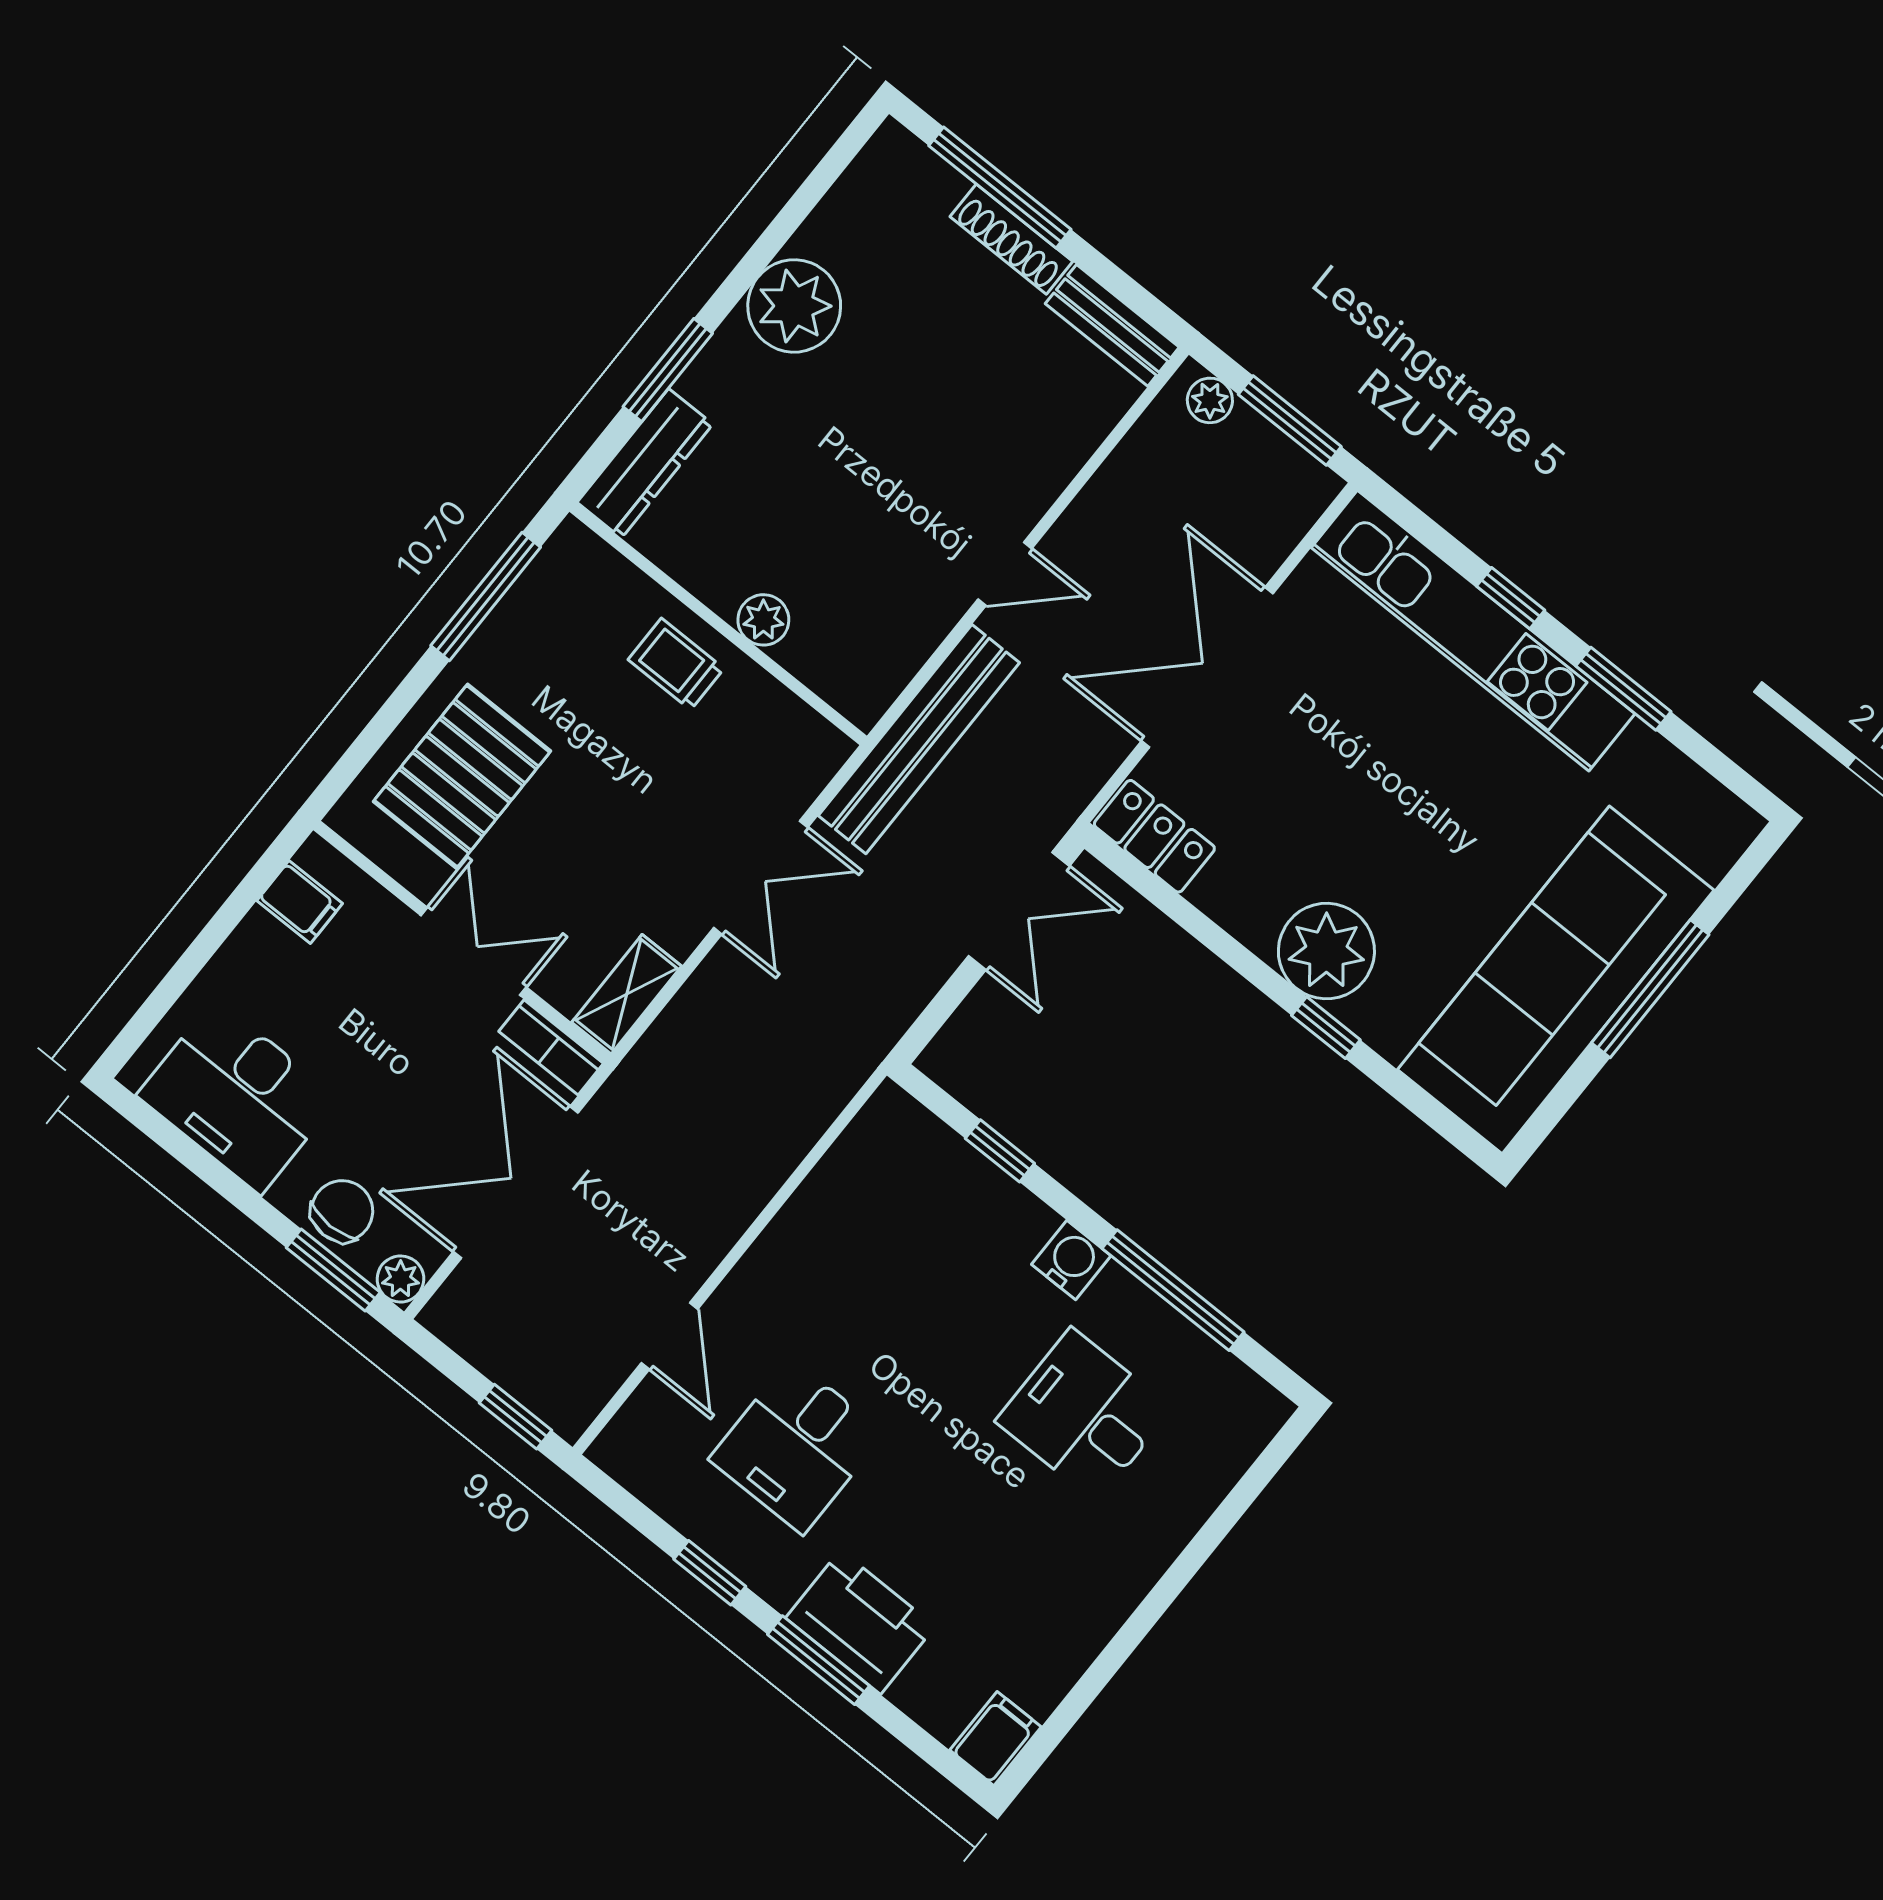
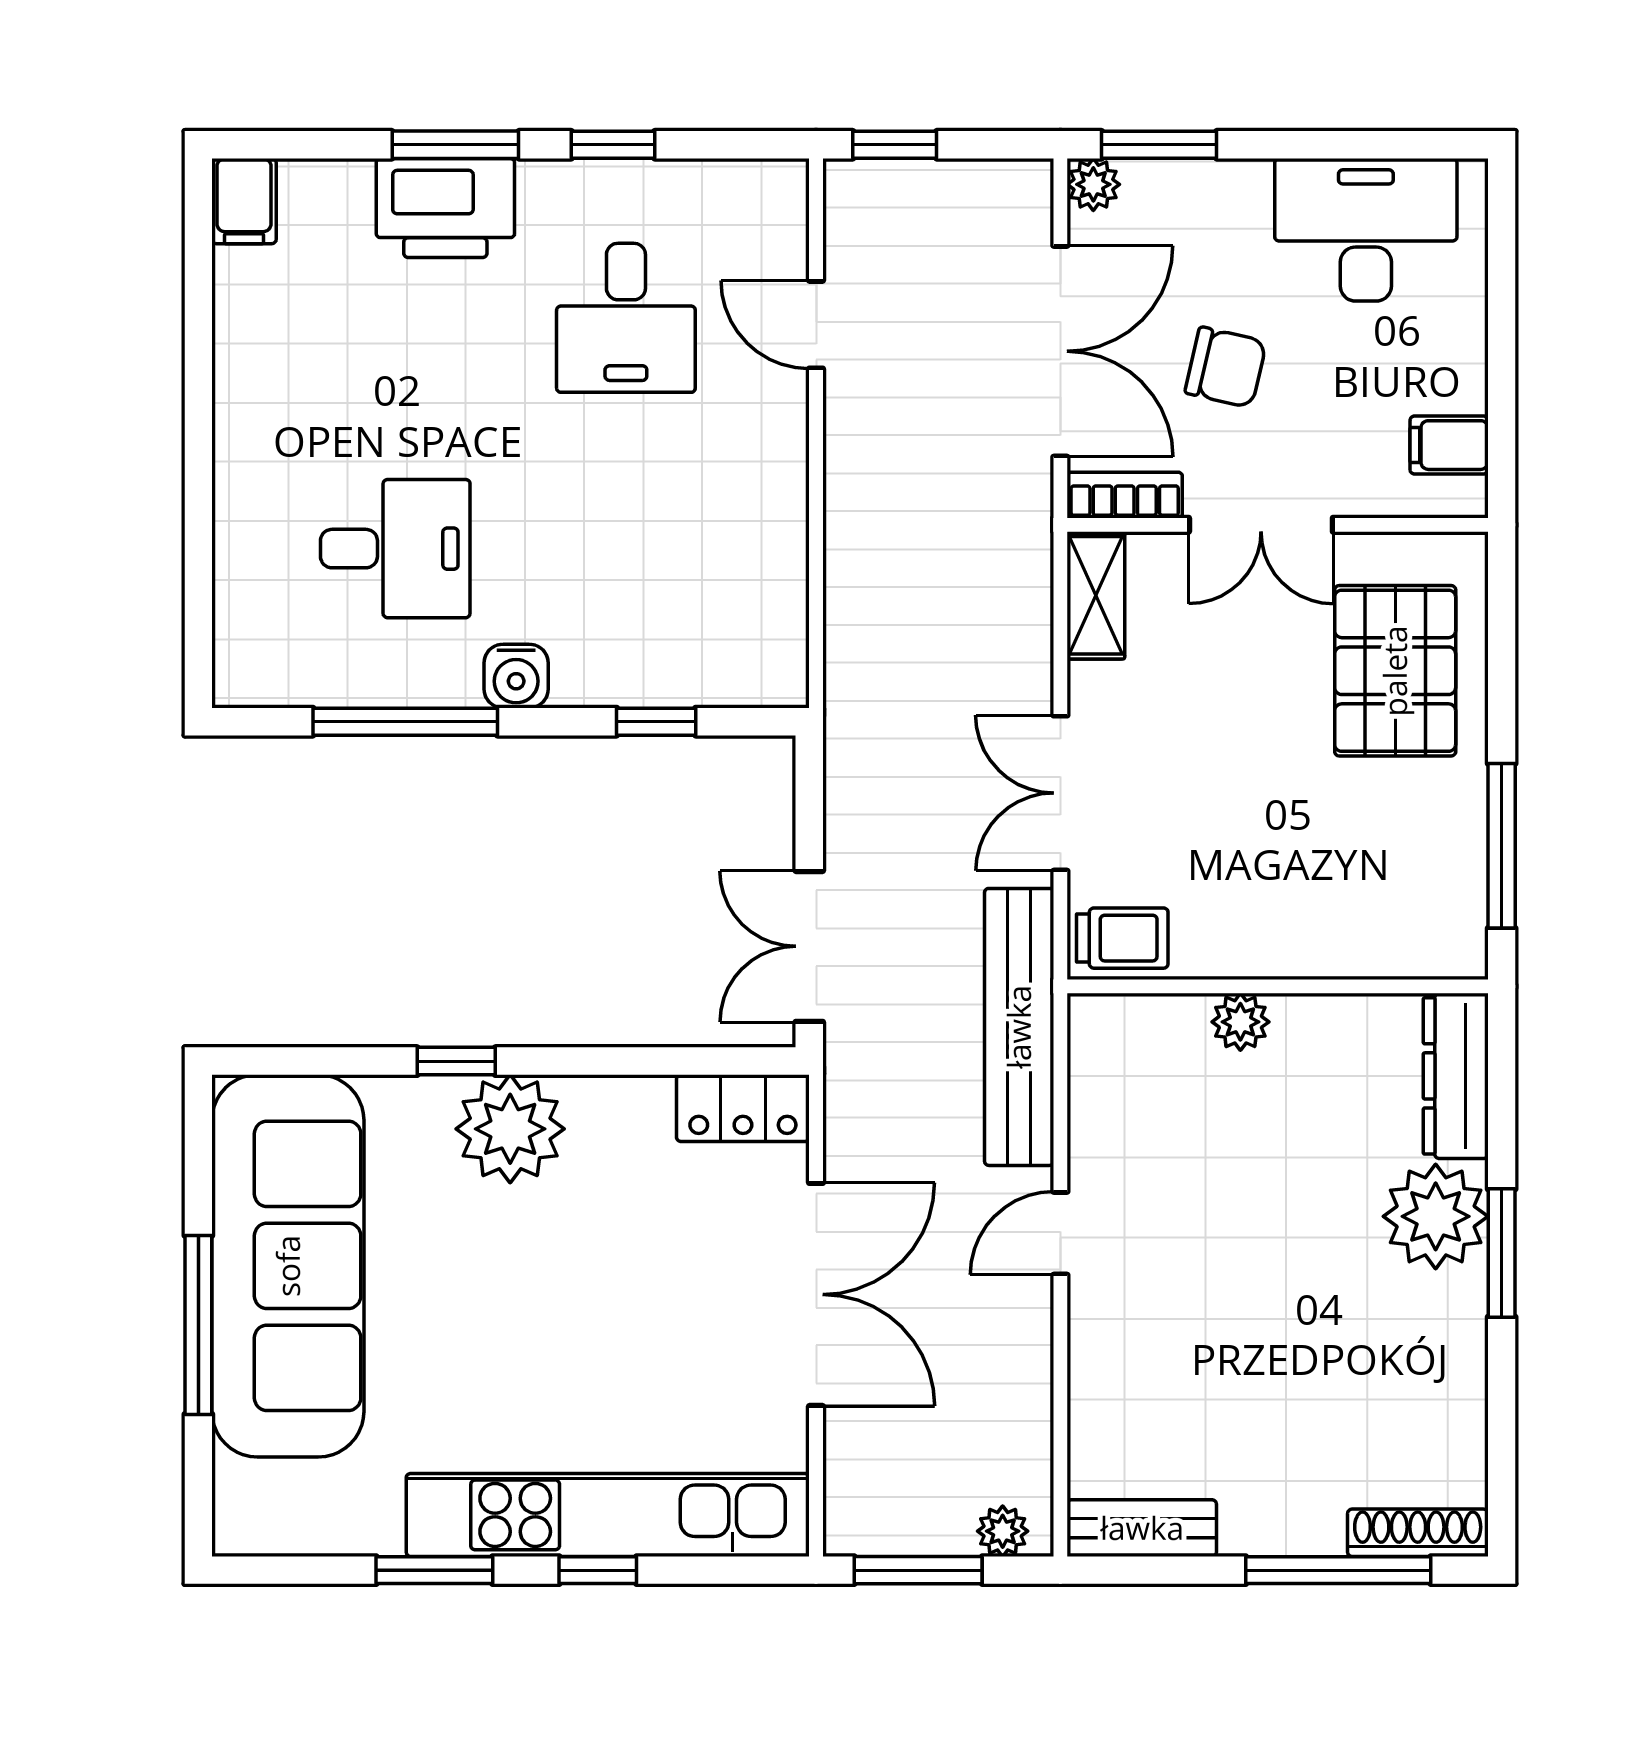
shoe rack: (1011, 239) -> (1418, 1533), moved
plant: (794, 306) -> (1436, 1216), moved
window: (668, 370) -> (1502, 1253), moved
trolley: (676, 664) -> (1122, 938), moved
chair: (342, 1211) -> (1226, 367), moved, turned -77
desk: (797, 1446) -> (626, 318), turned 180

